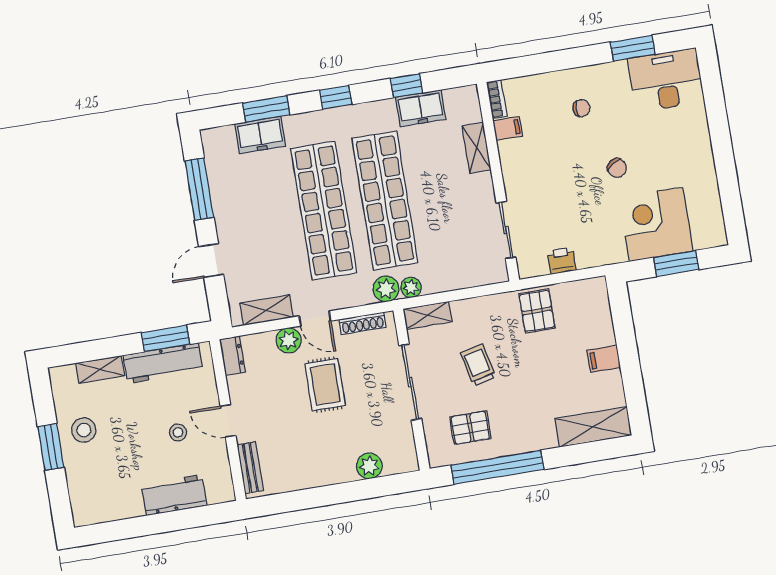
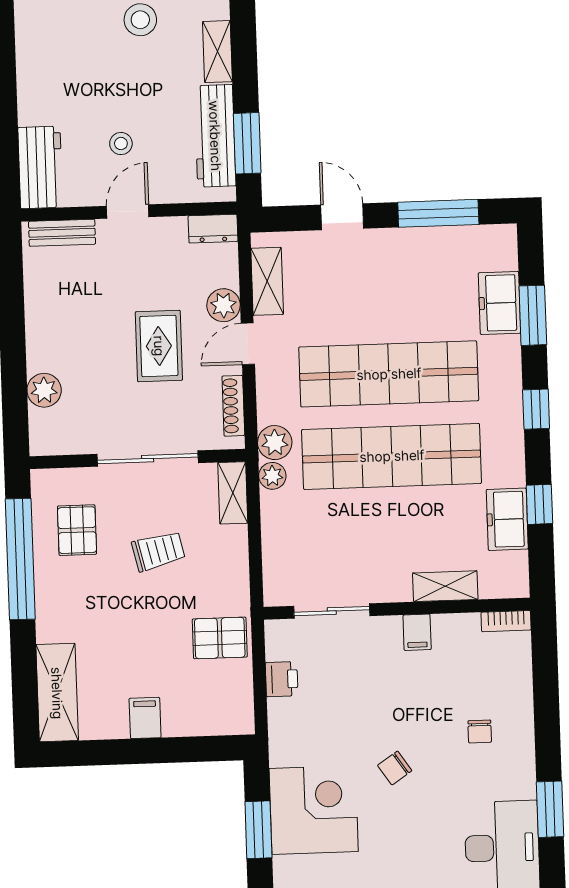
filing cabinet: (508, 128) -> (417, 632), moved
rug: (325, 385) -> (159, 346), turned 90
workbench: (174, 495) -> (40, 167), moved

